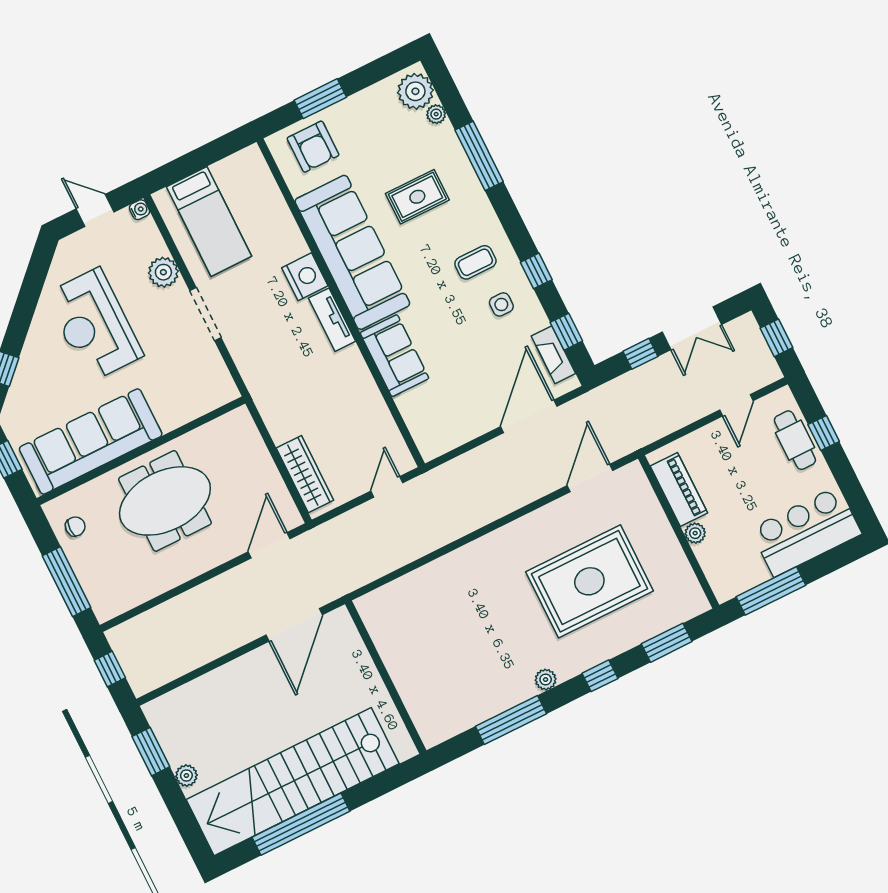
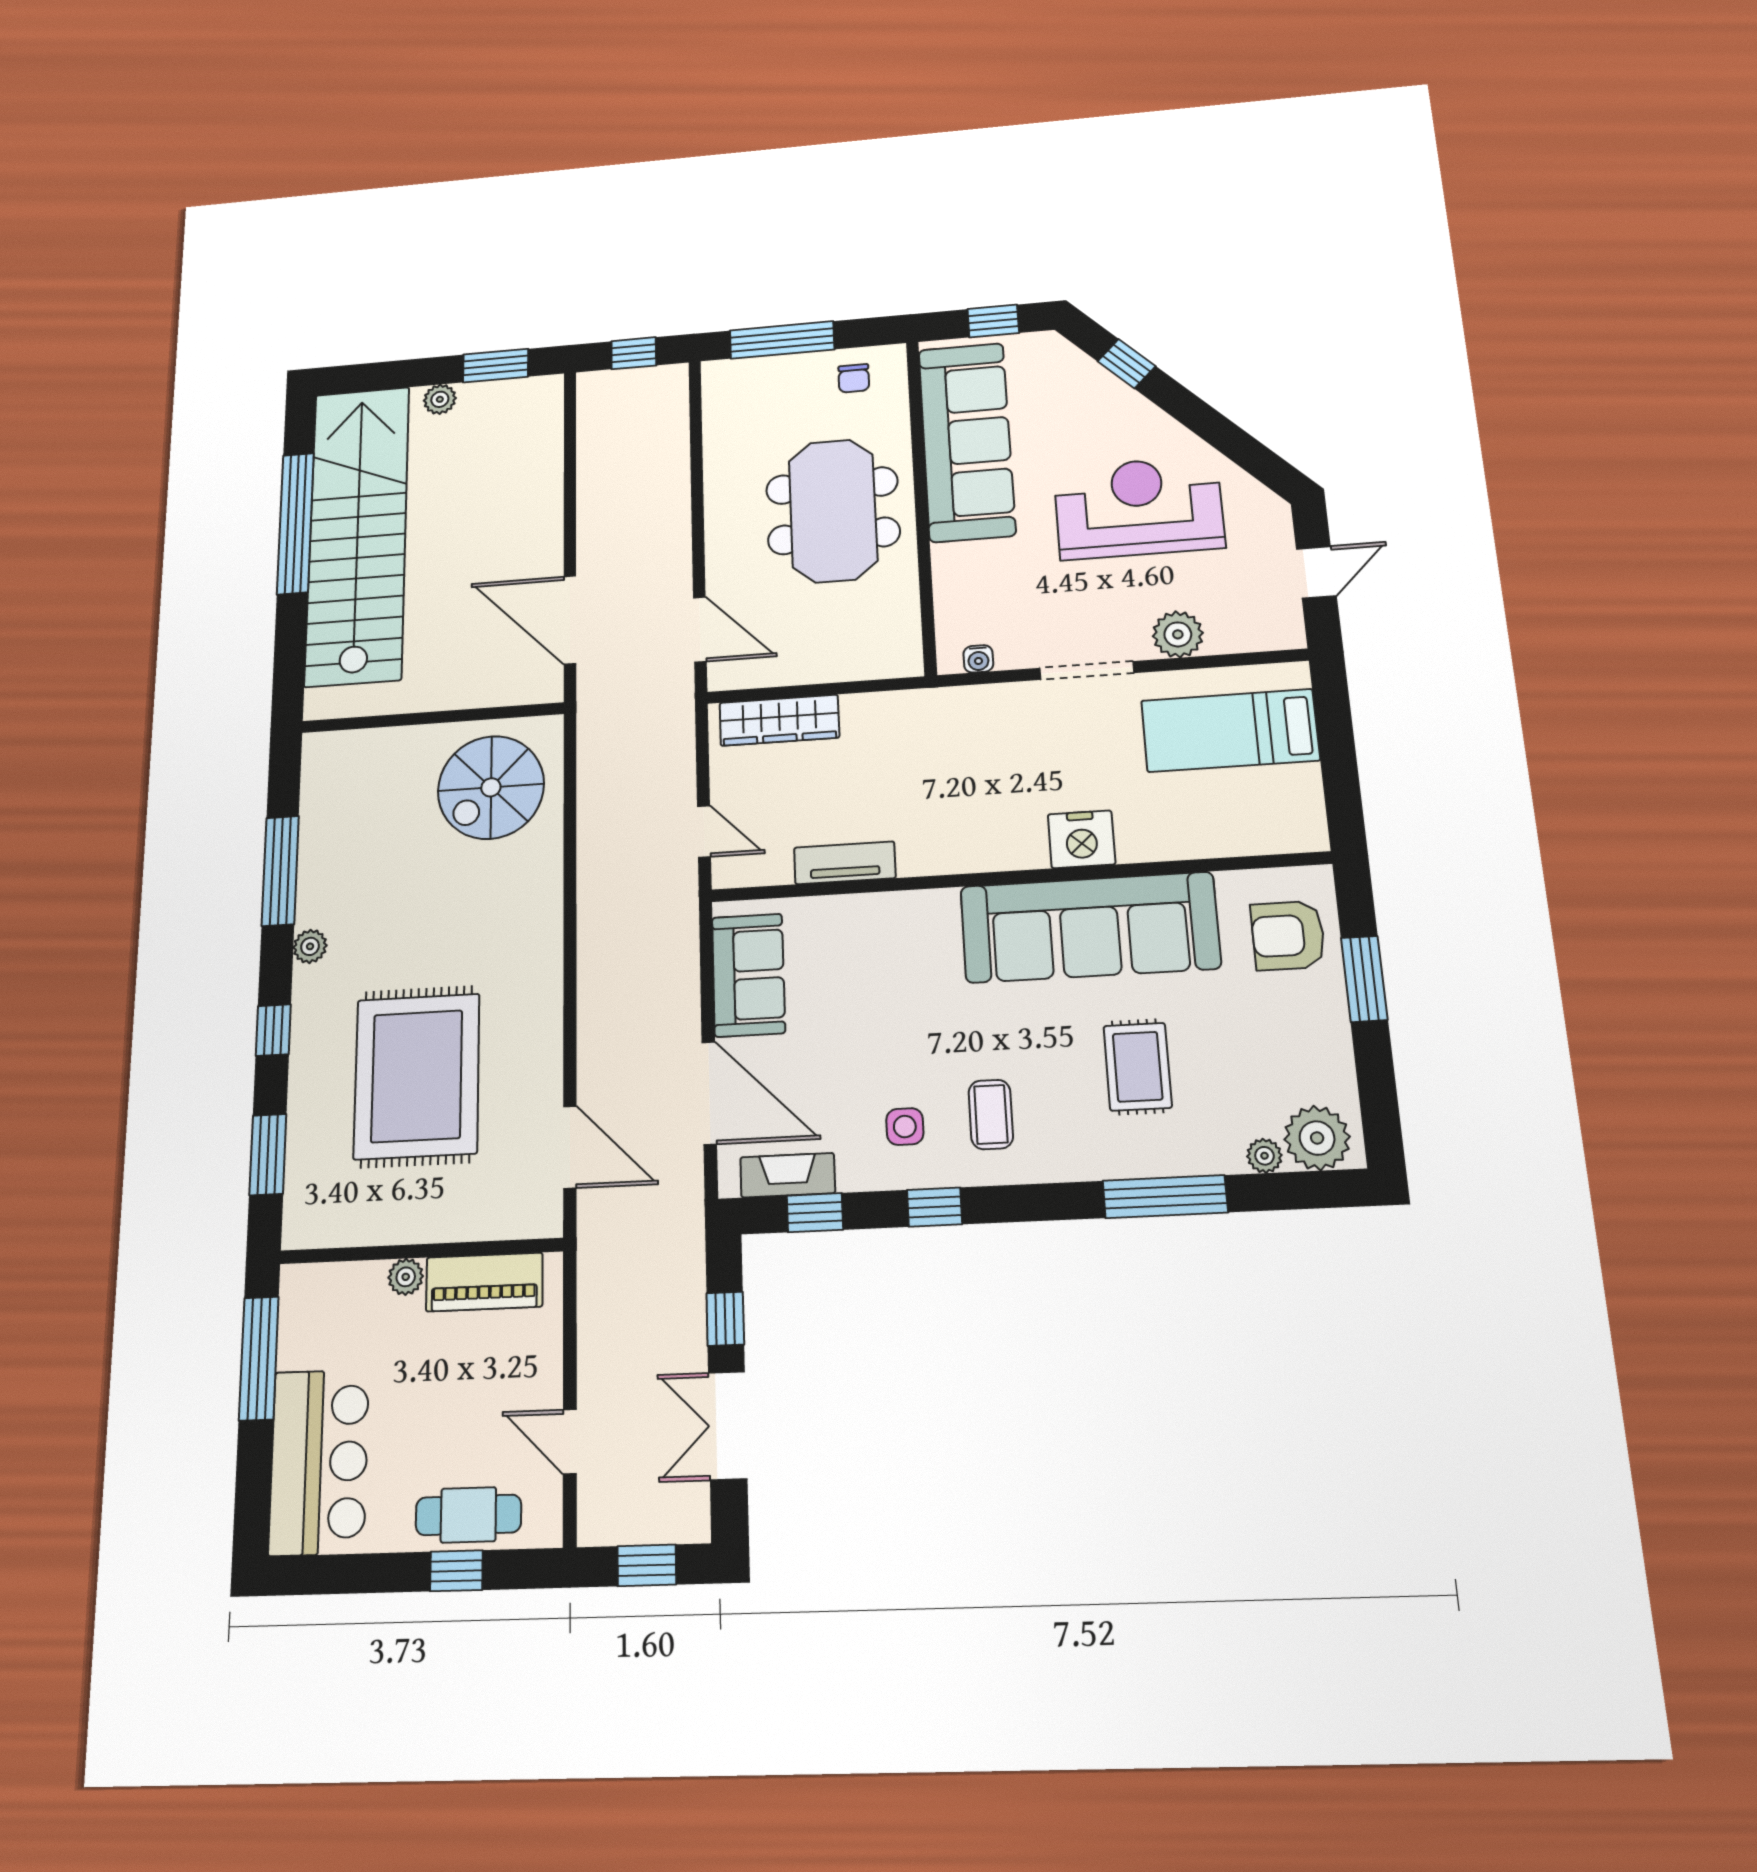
water cooler: (139, 210) -> (978, 659), moved
tv unit: (332, 320) -> (845, 863), moved
sofa: (394, 356) -> (748, 975), moved, turned -90
spiral stairs: (412, 622) -> (491, 787), added

